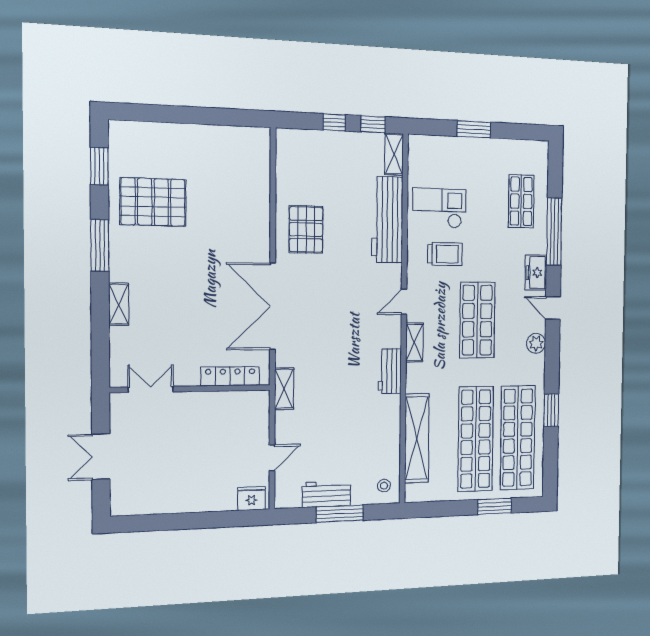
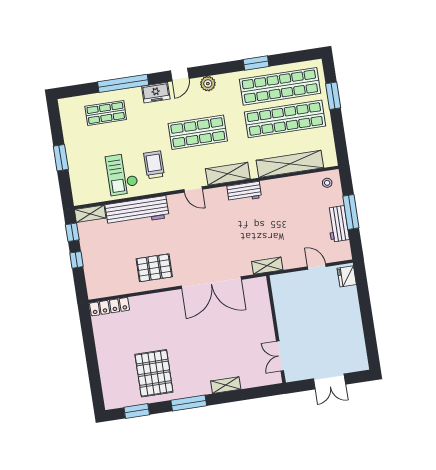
shelving: (414, 342) -> (228, 174), width x1.50, depth x1.33
locker: (230, 376) -> (110, 307), moved, turned -90

